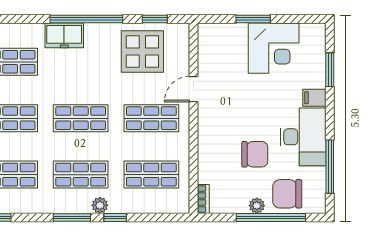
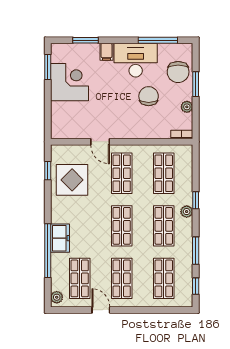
window: (86, 19) -> (48, 251), moved
window: (253, 19) -> (48, 67), moved
plant: (257, 206) -> (187, 107), moved
window: (72, 217) -> (196, 251), moved
window: (271, 217) -> (196, 84), width x0.47

